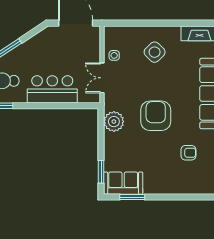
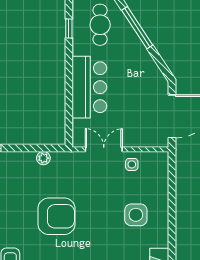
side table: (155, 52) -> (136, 215), turned 45
plant: (114, 122) -> (43, 158), width x0.53, depth x0.53

